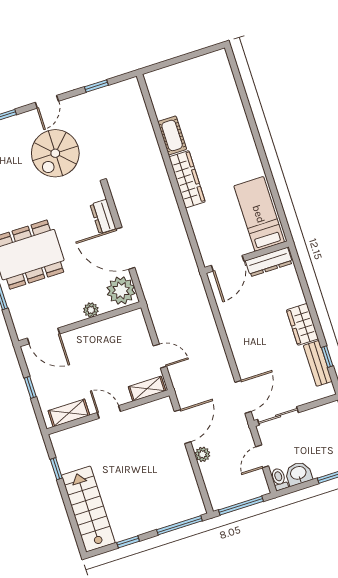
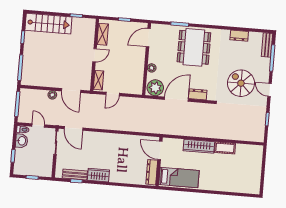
bed: (259, 214) -> (179, 177), moved
wall: (247, 257) -> (159, 162), moved
dresser: (269, 262) -> (152, 172), moved
door: (228, 263) -> (160, 150), moved

